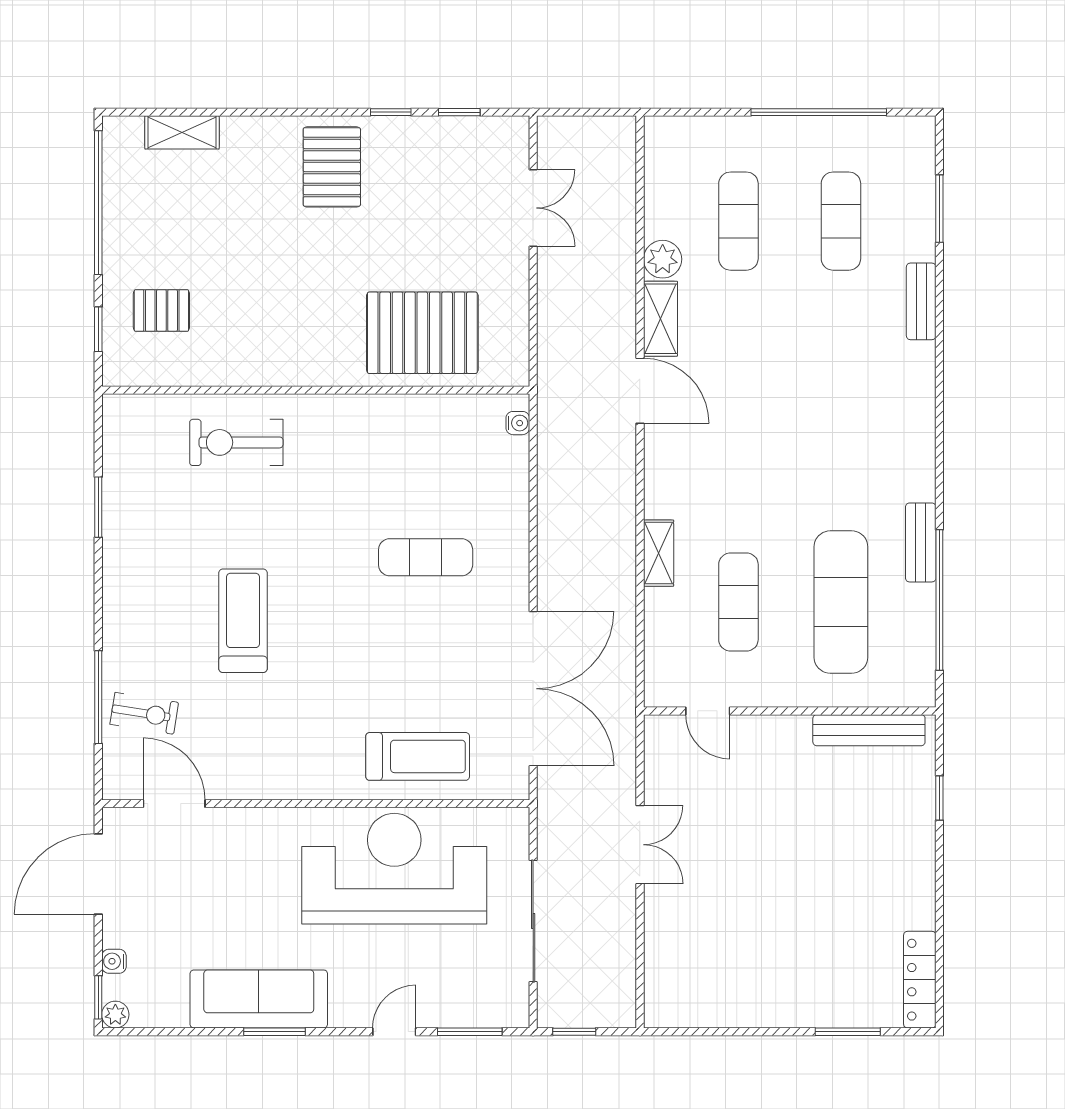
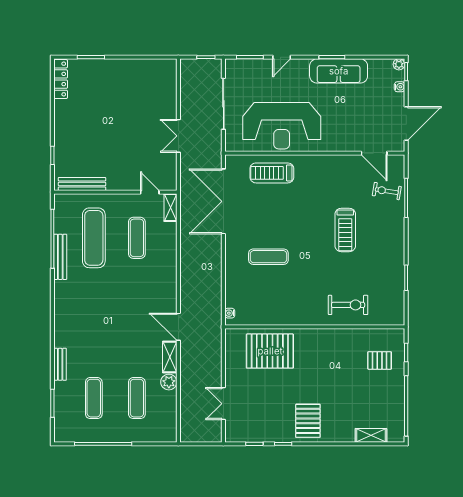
bench: (921, 542) -> (60, 257), width x1.36
shelving: (659, 553) -> (170, 208), moved

